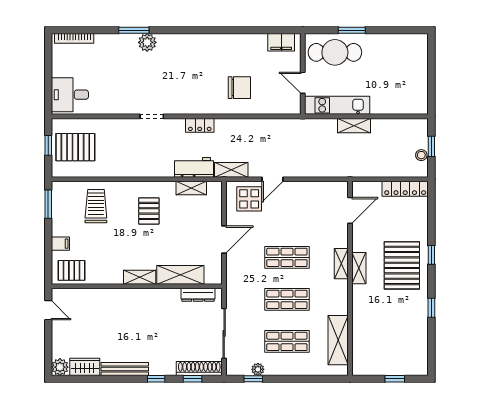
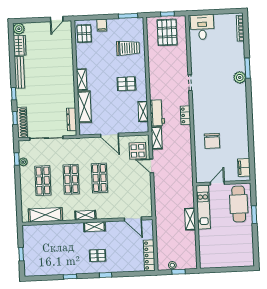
shelving: (341, 264) -> (85, 215), moved
pallet: (402, 265) -> (98, 255), width x0.49, depth x0.50

